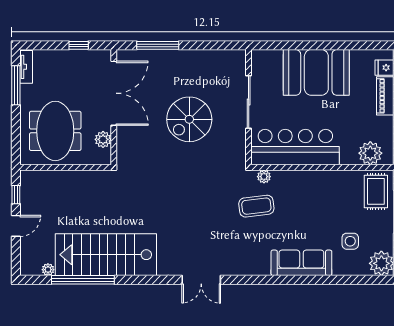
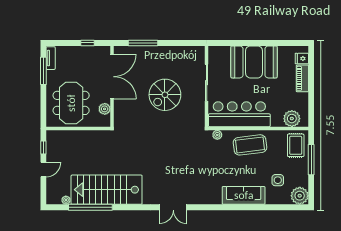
coffee table: (256, 206) -> (250, 145), moved, width x1.36, depth x1.32

